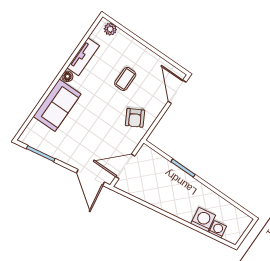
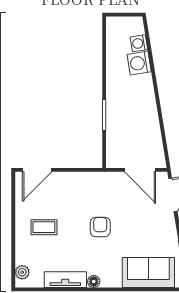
coffee table: (125, 79) -> (44, 227), moved
sofa: (57, 105) -> (148, 272), moved
armchair: (135, 118) -> (100, 227), moved, turned -61

